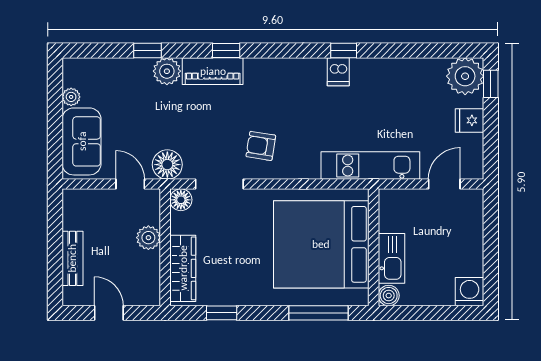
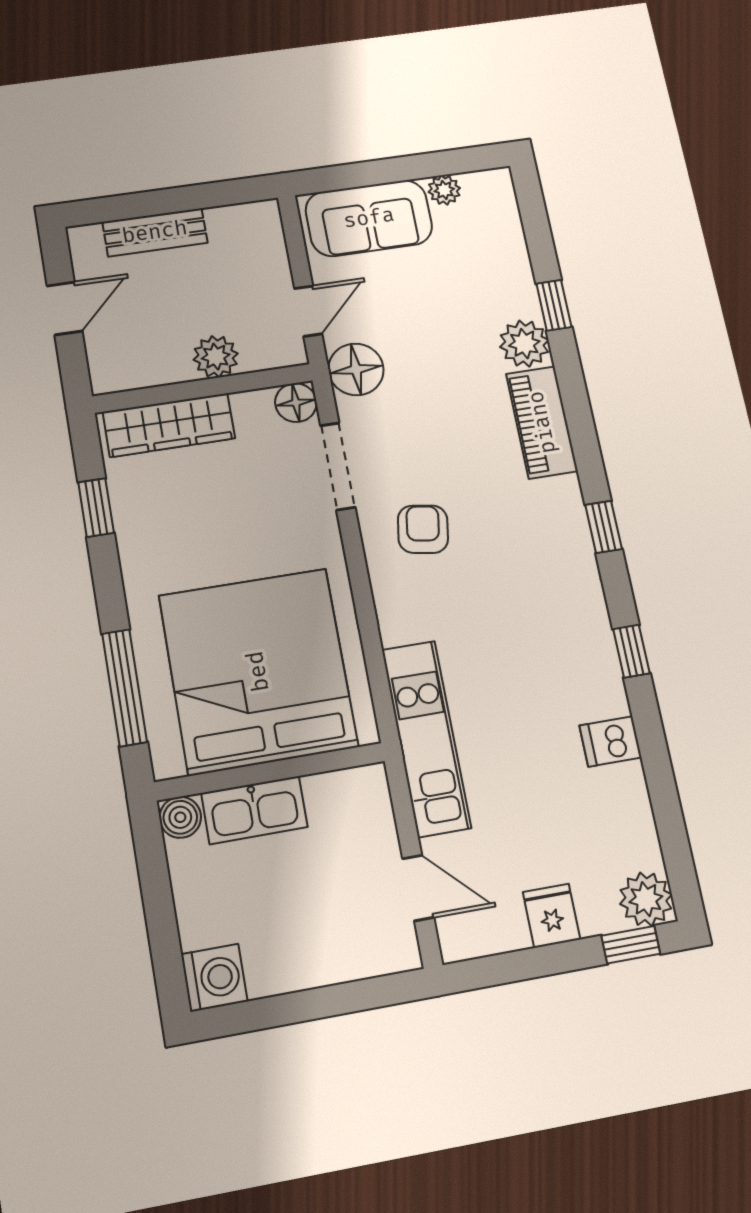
window: (226, 51) -> (604, 527), moved
dishwasher: (338, 72) -> (610, 741), moved
plant: (465, 76) -> (646, 899), width x0.73, depth x0.73

